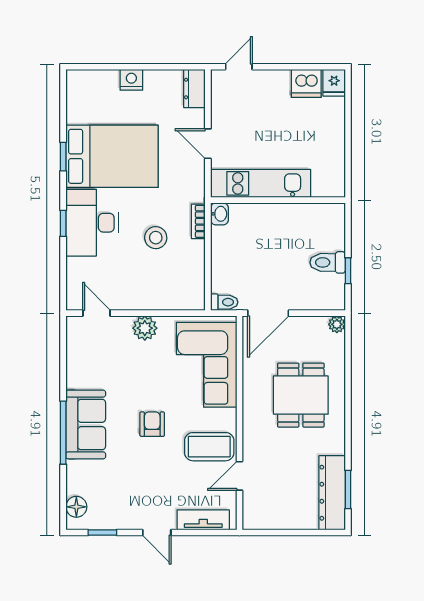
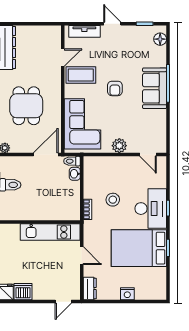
washbasin: (219, 214) -> (75, 174), moved

